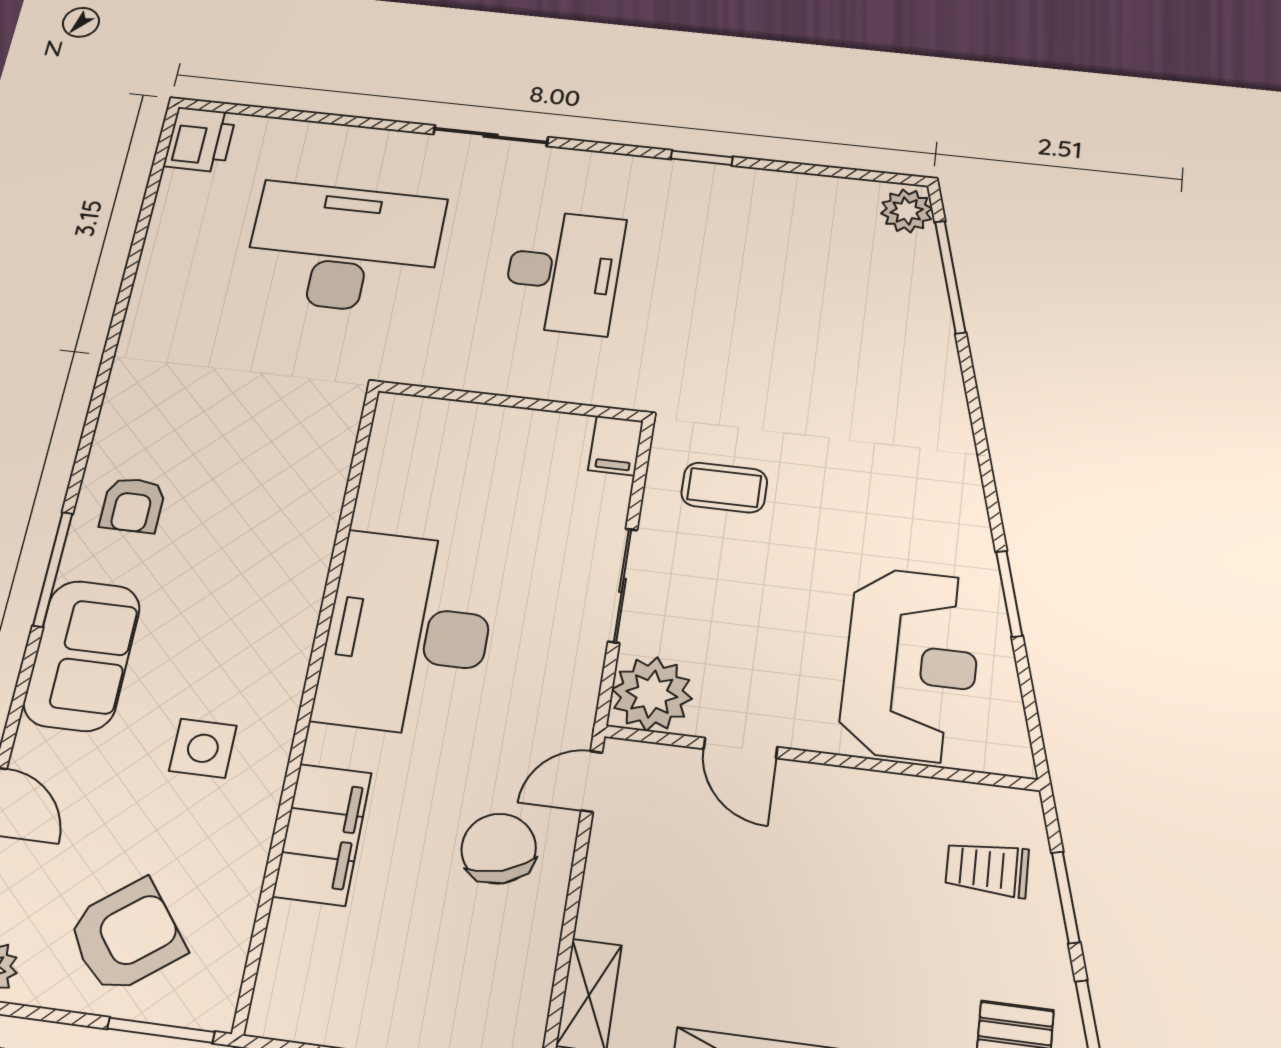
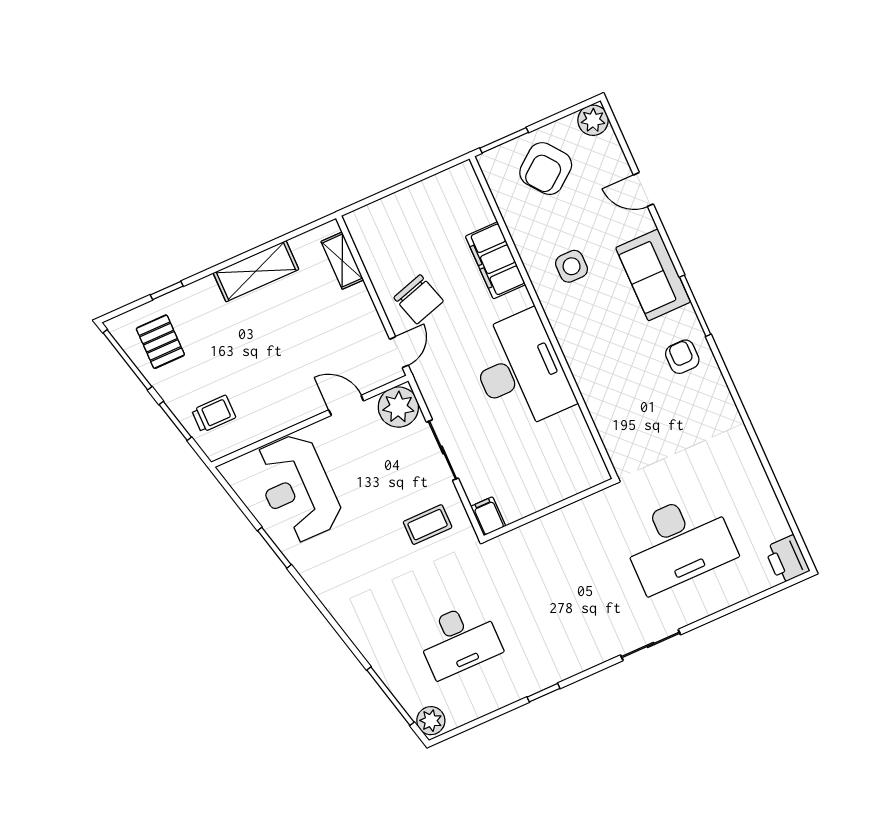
desk: (563, 272) -> (459, 640), moved, turned -90

